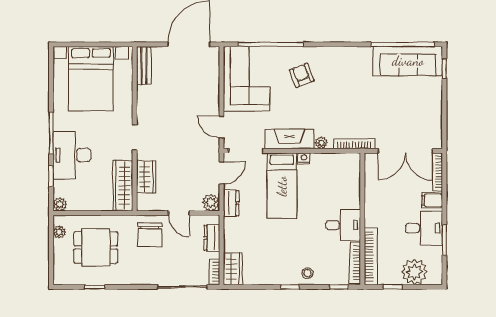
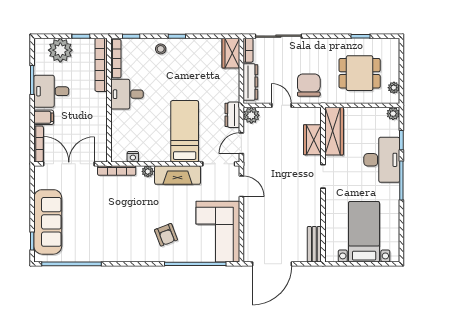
sofa: (408, 61) -> (48, 222), moved, turned 90
bed with nightstands: (91, 79) -> (364, 232), width x0.73
nightstand: (304, 158) -> (133, 157), moved
dresser: (212, 238) -> (250, 82), width x1.44

